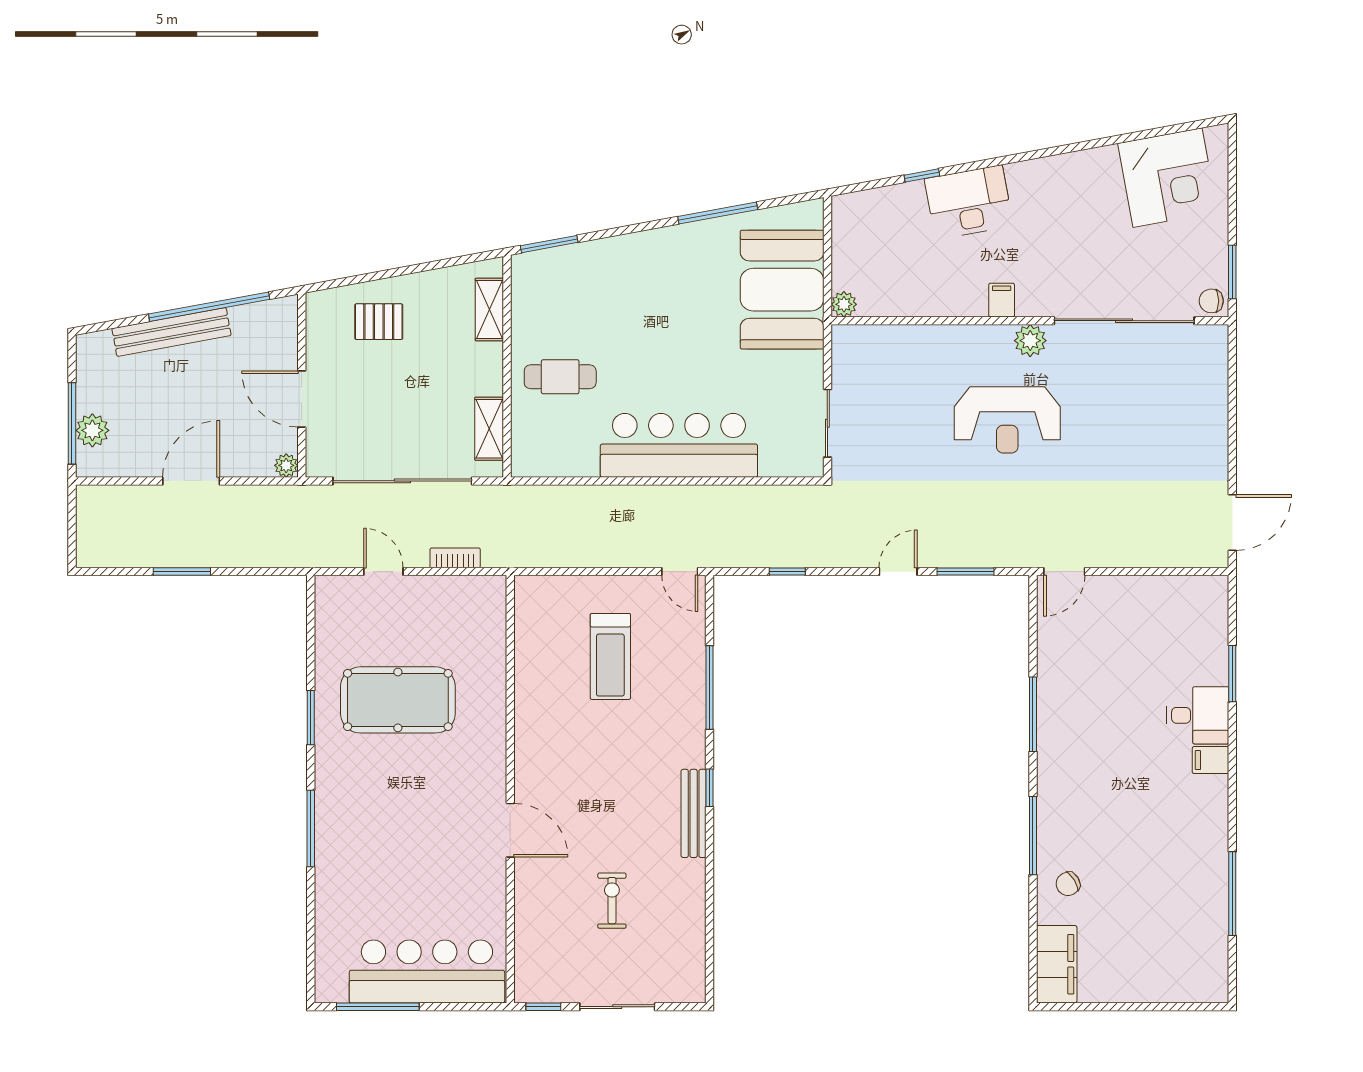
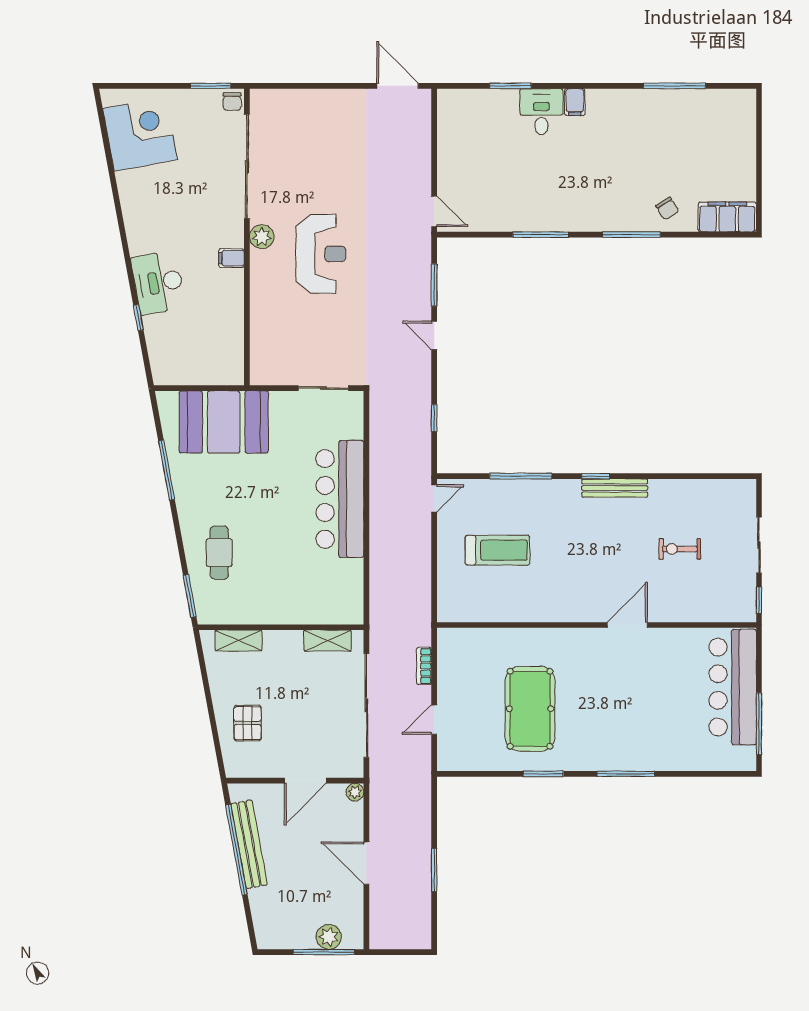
plant: (844, 304) -> (235, 376), removed
bench: (172, 332) -> (249, 844), moved
cafe table: (560, 377) -> (219, 553), moved

